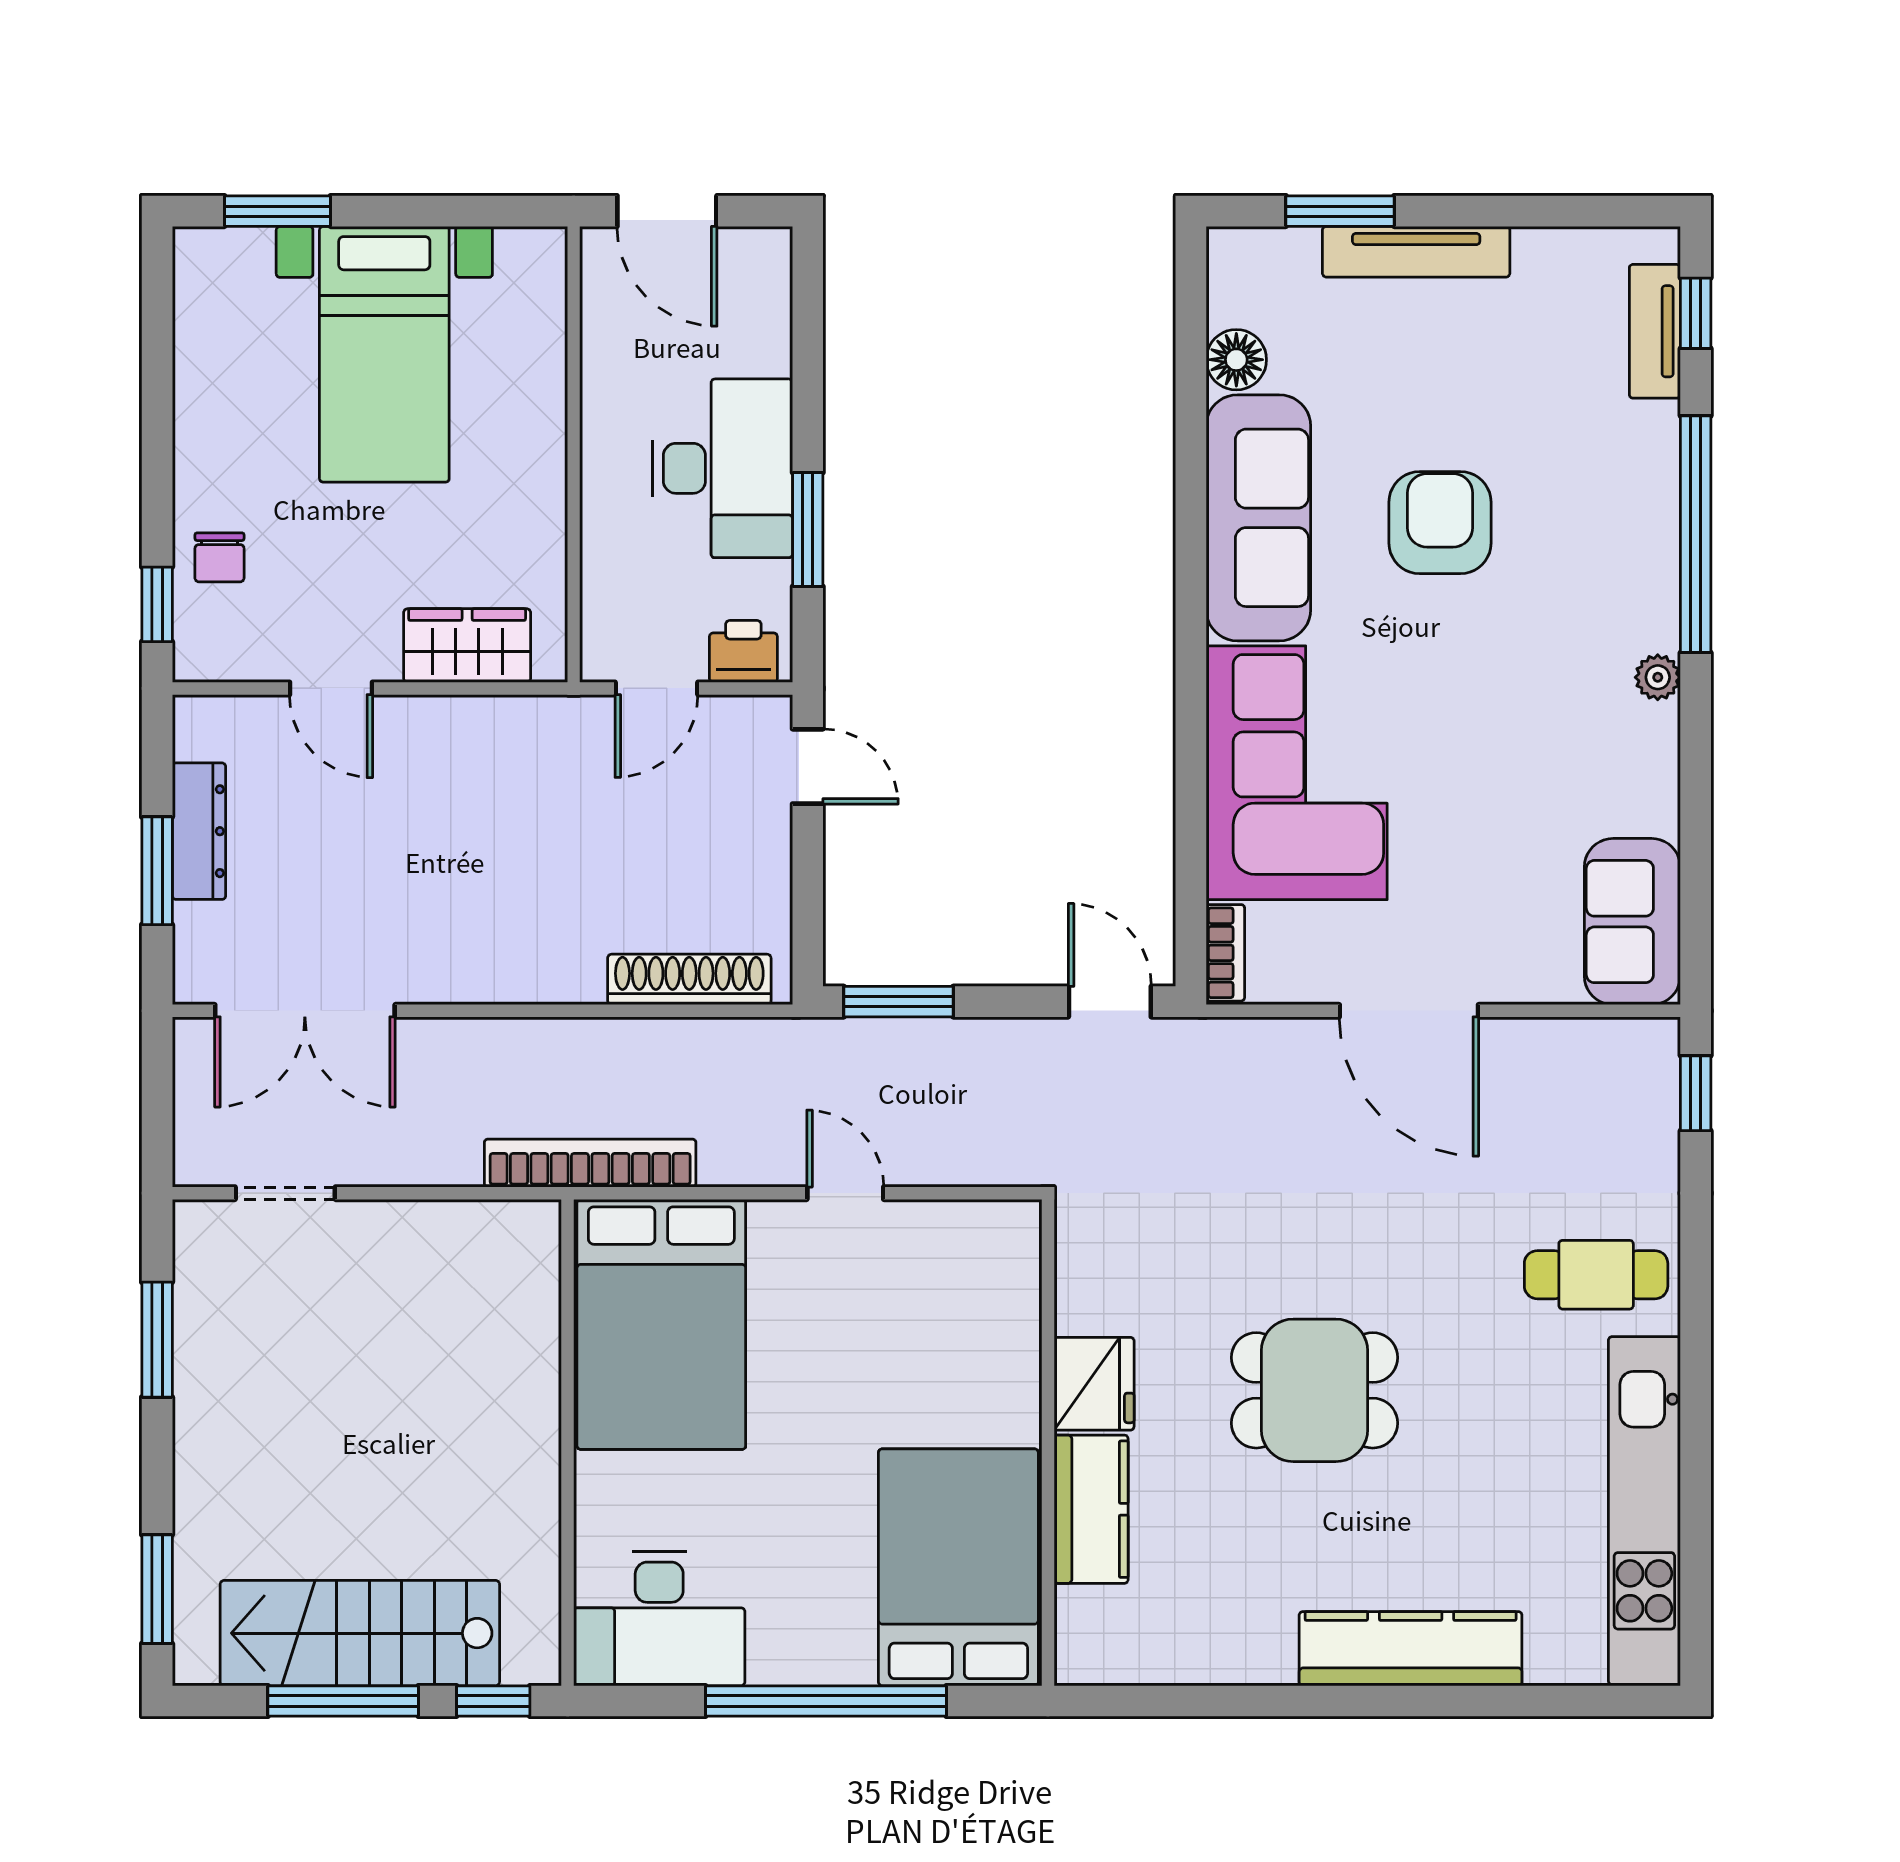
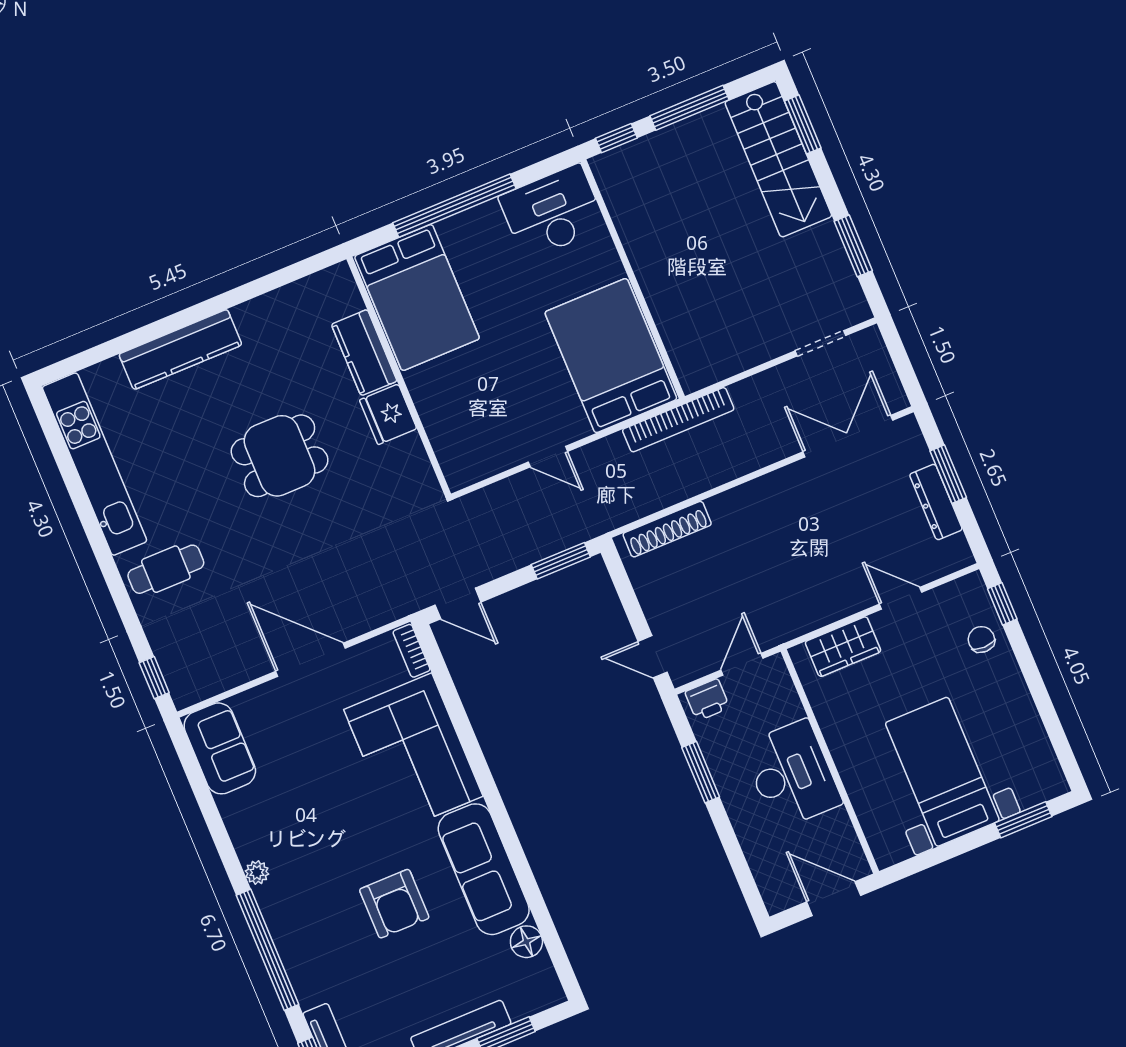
desk: (722, 468) -> (792, 774), moved, turned 180
stairs: (360, 1633) -> (778, 159), moved, turned 90

